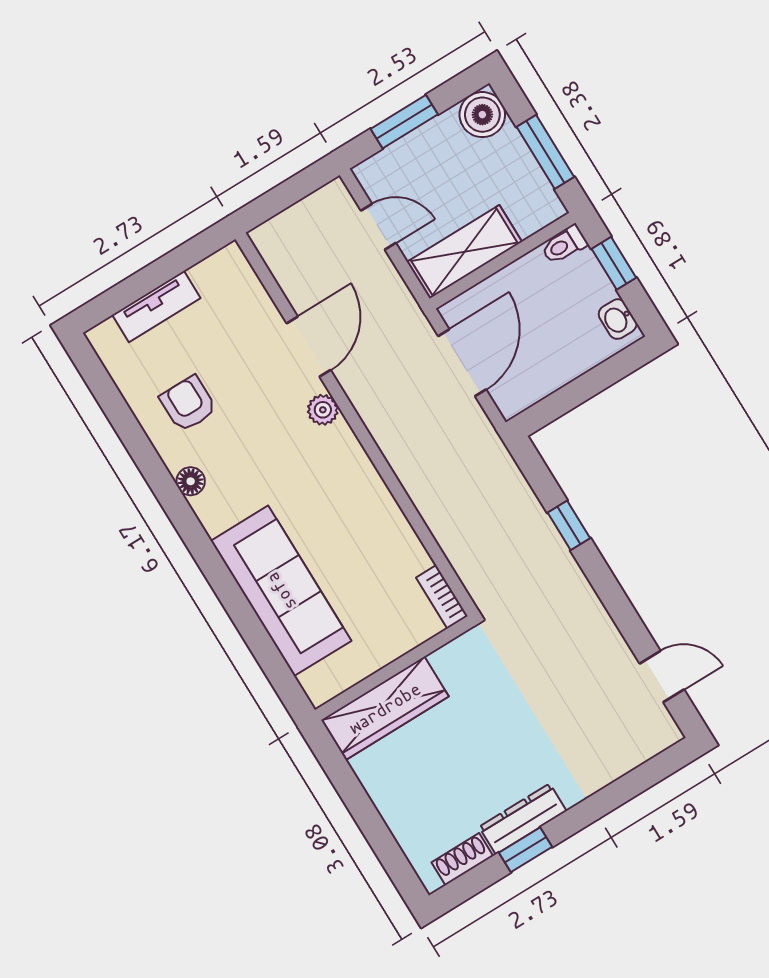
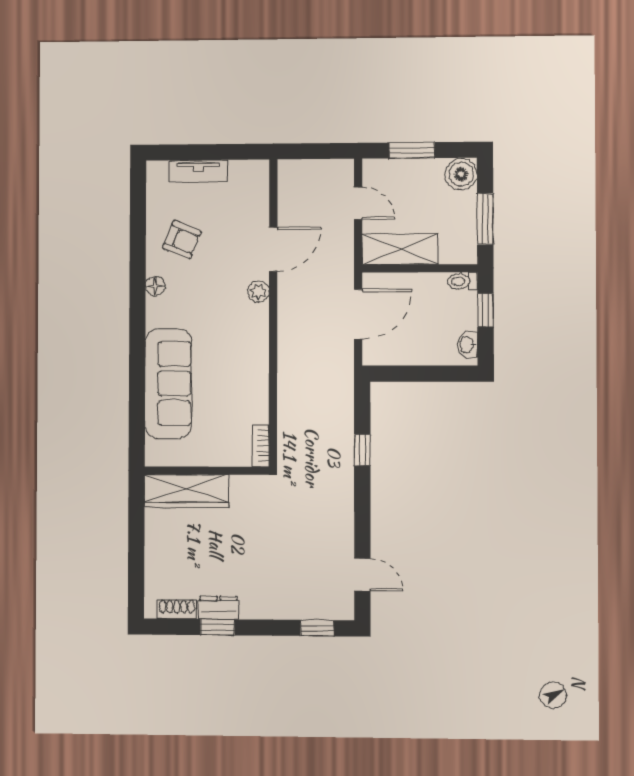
armchair: (188, 404) -> (182, 240), turned 112
window: (647, 775) -> (317, 628), added
dresser: (523, 819) -> (218, 608), width x0.70

